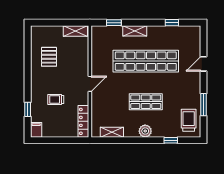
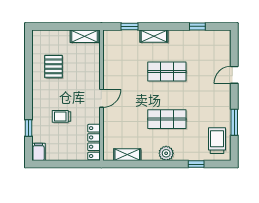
shop shelf: (146, 61) -> (167, 71), width x0.50, depth x0.74

